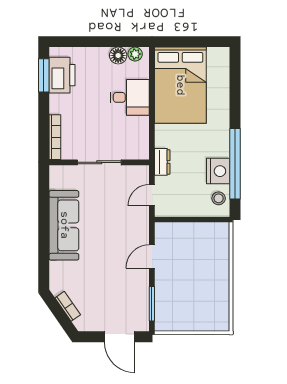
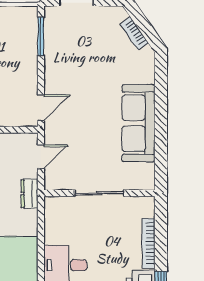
bookcase: (55, 137) -> (149, 243), moved
door: (152, 256) -> (41, 108), moved

